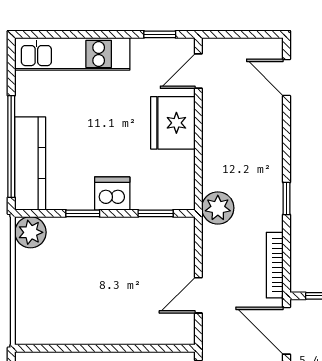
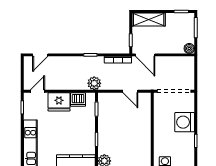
door: (198, 71) -> (38, 91), swing flipped
dishwasher: (112, 194) -> (78, 100), moved, turned -90
door: (286, 331) -> (145, 55), hinge flipped

